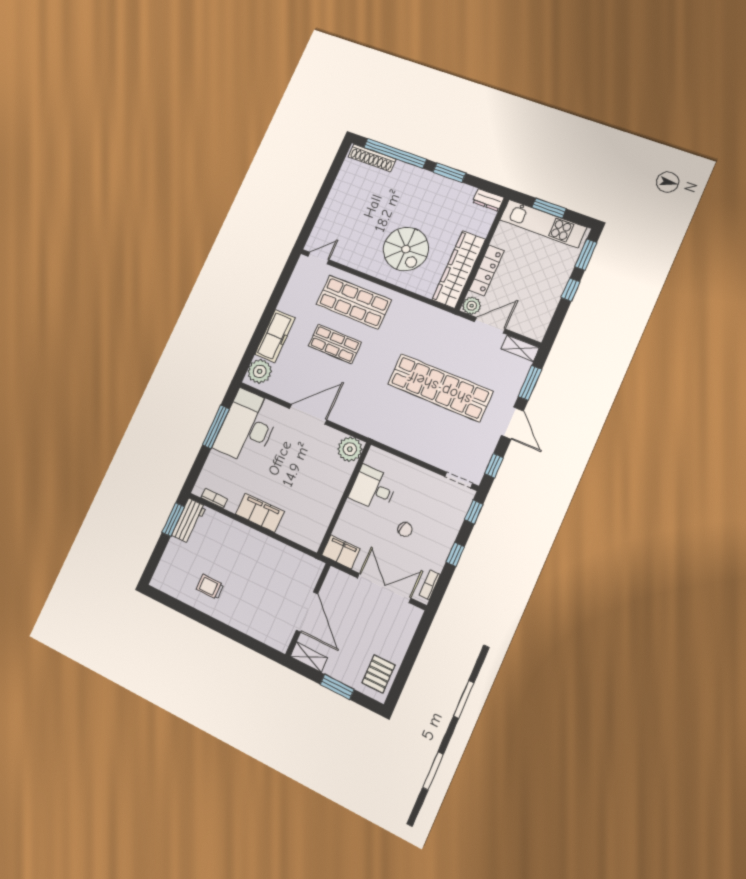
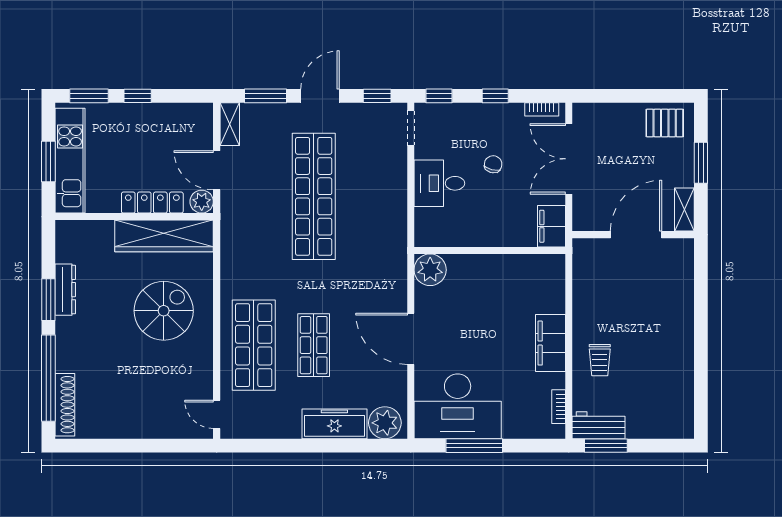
dresser: (488, 200) -> (65, 290), moved, width x1.44
desk: (373, 488) -> (439, 183), moved, turned 90
trolley: (210, 587) -> (600, 360), moved

